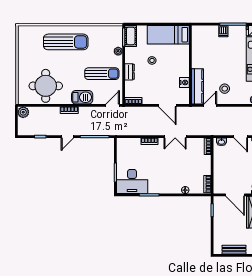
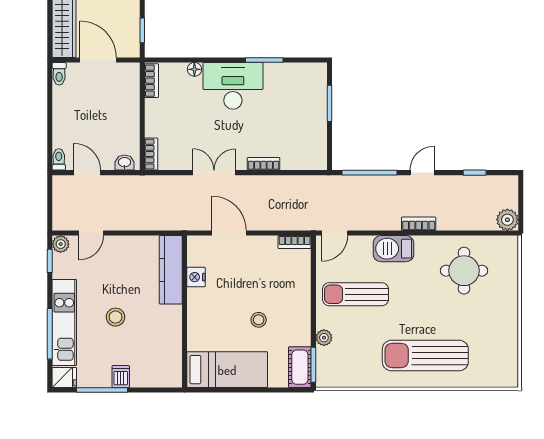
dresser: (130, 72) -> (302, 298), removed
round table: (46, 86) -> (464, 271), width x0.73, depth x0.73
stool: (225, 89) -> (116, 317), moved
door: (210, 105) -> (91, 233), moved
desk: (132, 182) -> (233, 86), moved

